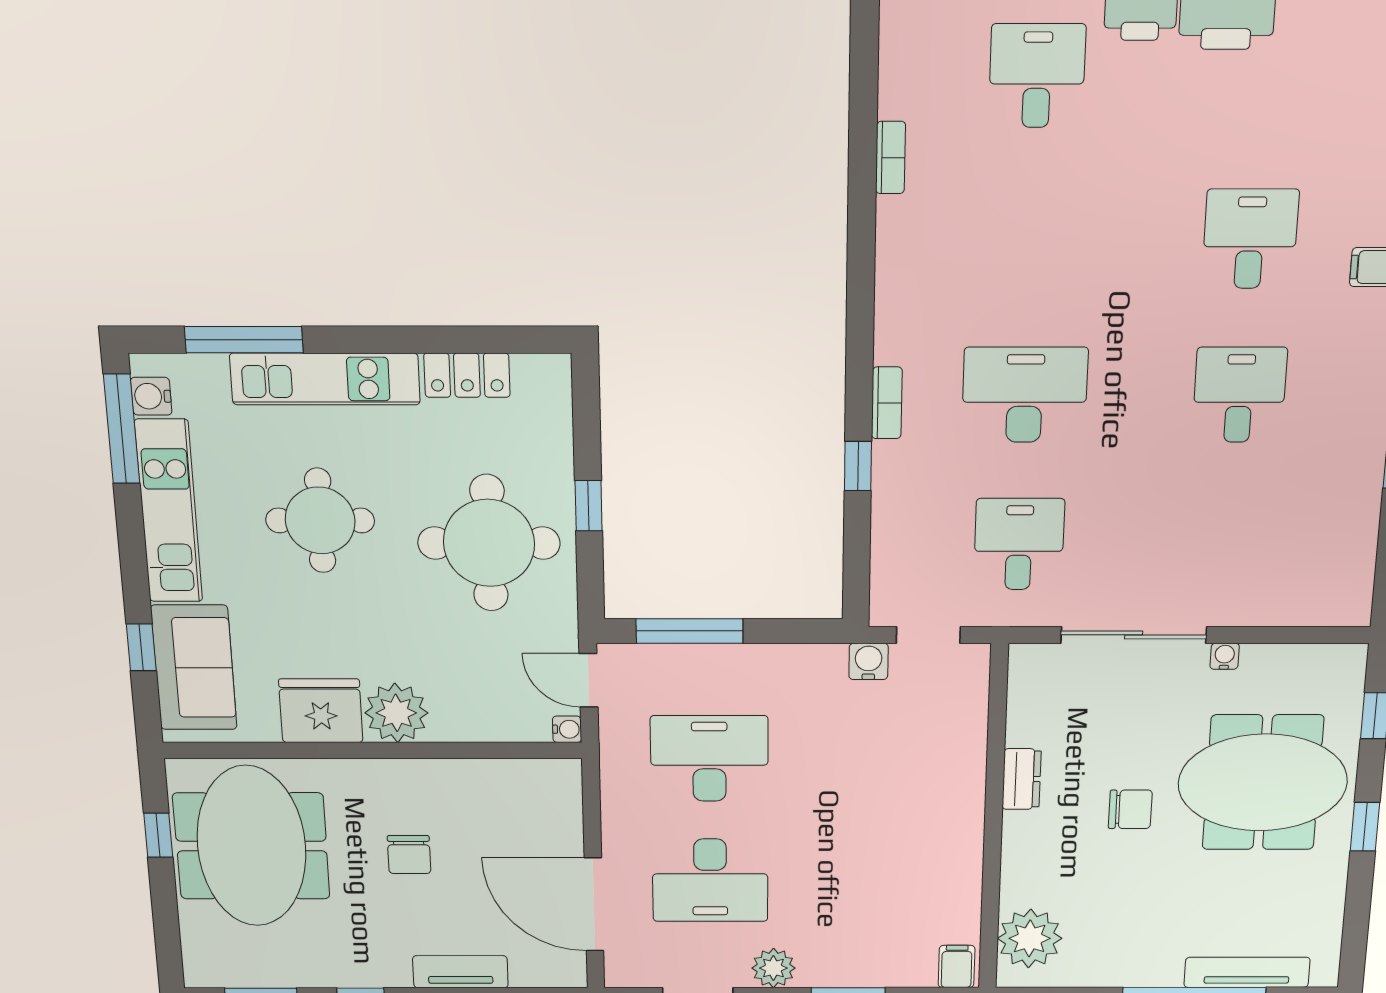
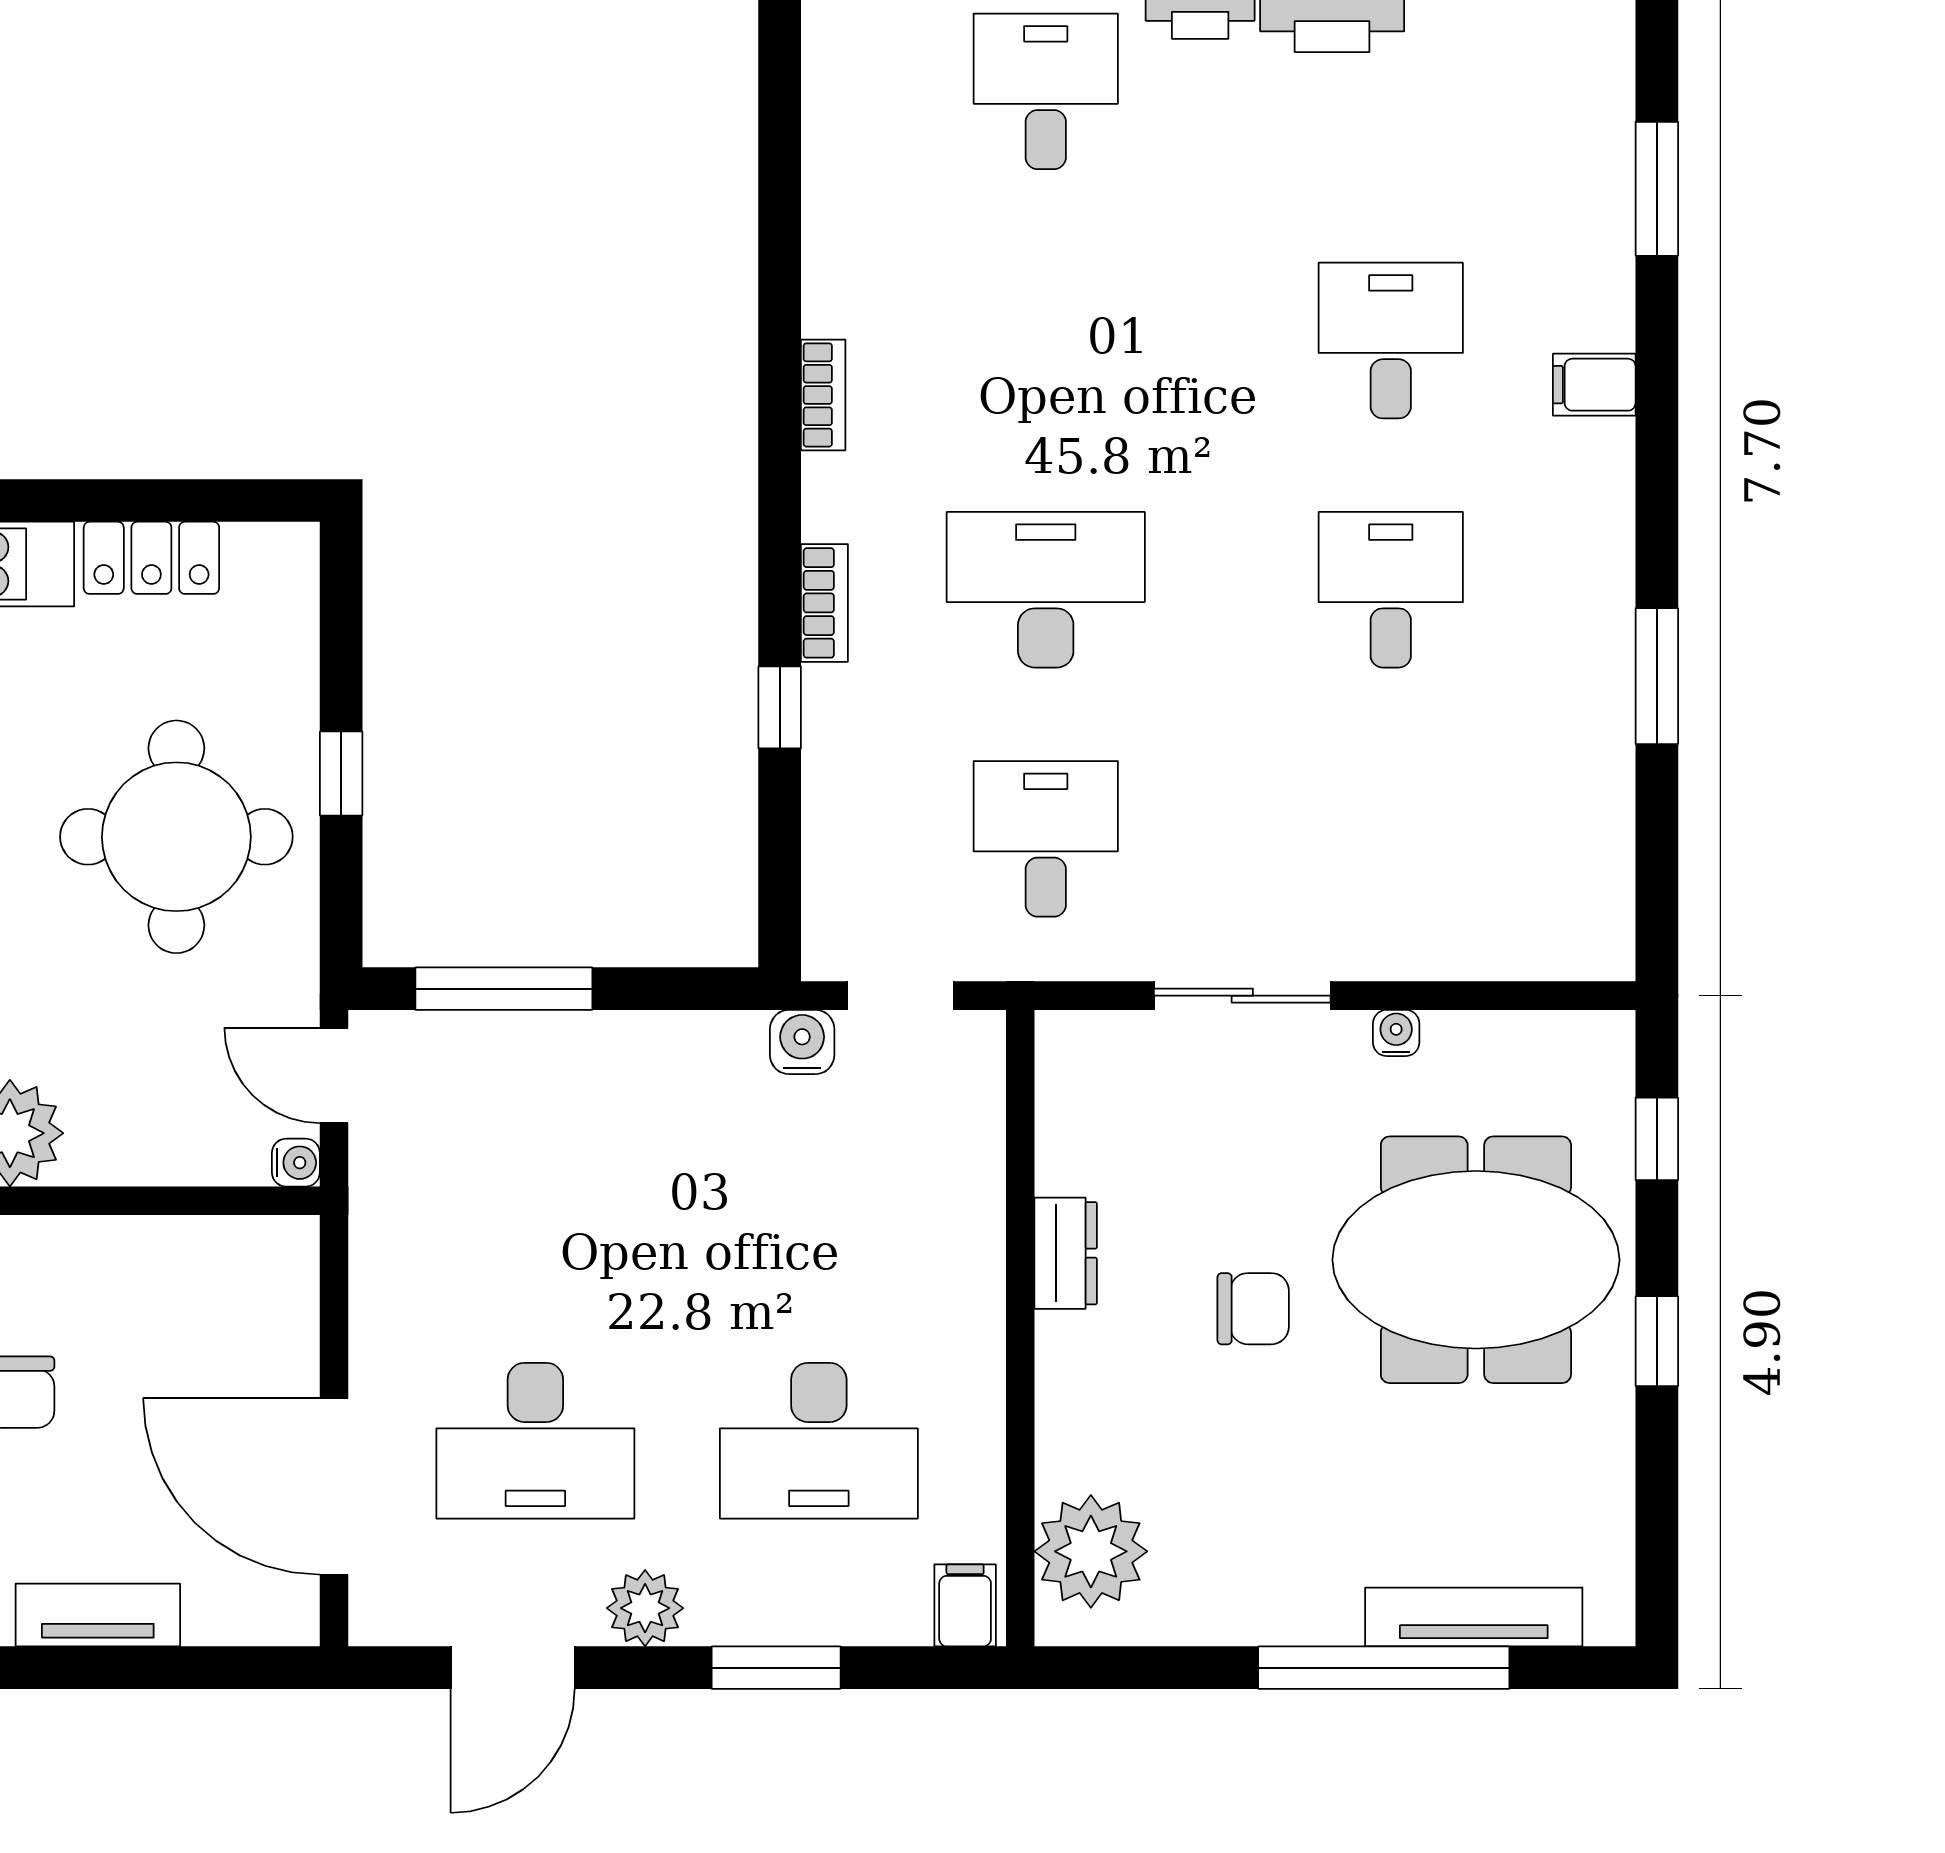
bookcase: (891, 158) -> (823, 395), moved
sliding door: (1134, 635) -> (1242, 996), width x0.73
desk: (709, 758) -> (819, 1441), moved, turned 180

